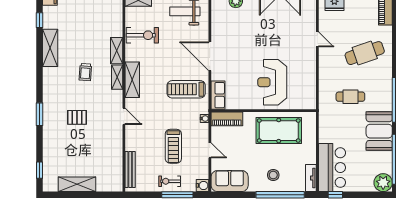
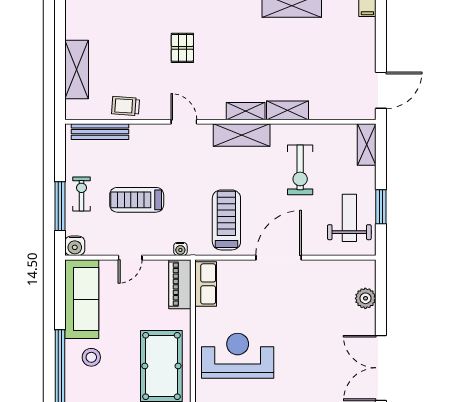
exercise bike: (142, 35) -> (300, 170), moved
trolley: (85, 72) -> (126, 106), moved
row of seats: (218, 95) -> (206, 284), moved, turned -90
door: (124, 116) -> (184, 122), swing flipped
sofa: (230, 181) -> (82, 299), width x1.36
shelving: (77, 184) -> (77, 69), moved

